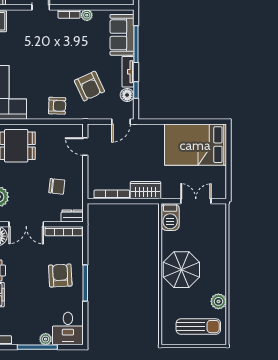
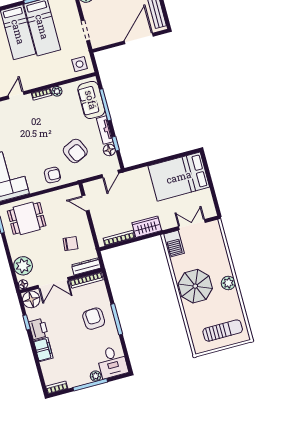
dresser: (72, 216) -> (86, 266), width x1.44
plant: (218, 301) -> (228, 283), moved

